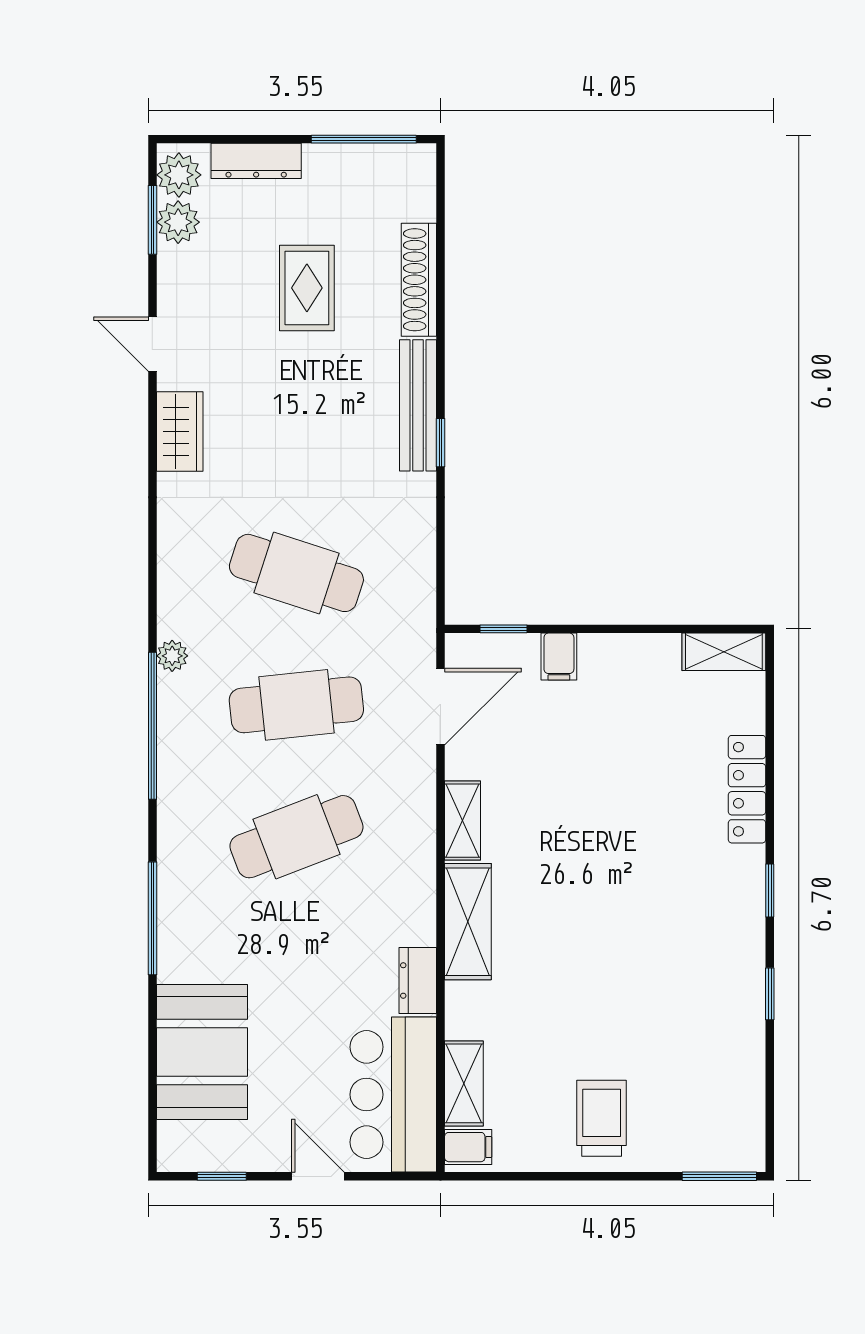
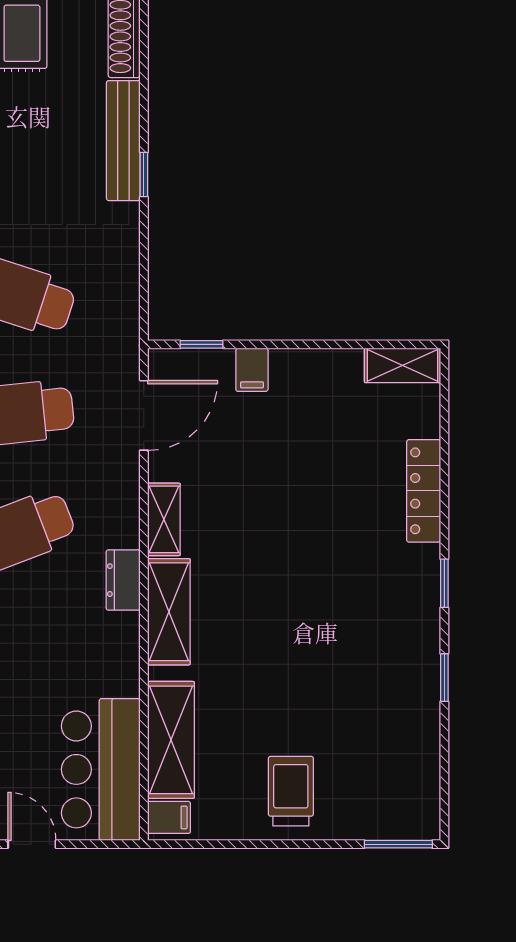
dresser: (418, 980) -> (123, 580), moved
shelving: (464, 1083) -> (171, 740), width x1.50, depth x1.33

